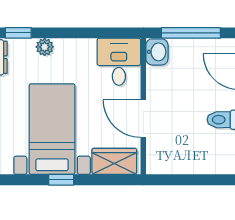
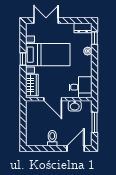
window: (191, 33) -> (95, 122), width x0.69
washbasin: (157, 52) -> (75, 106), moved
door: (143, 119) -> (53, 99), swing flipped

